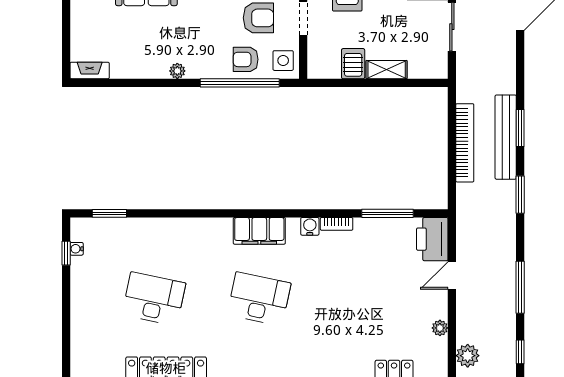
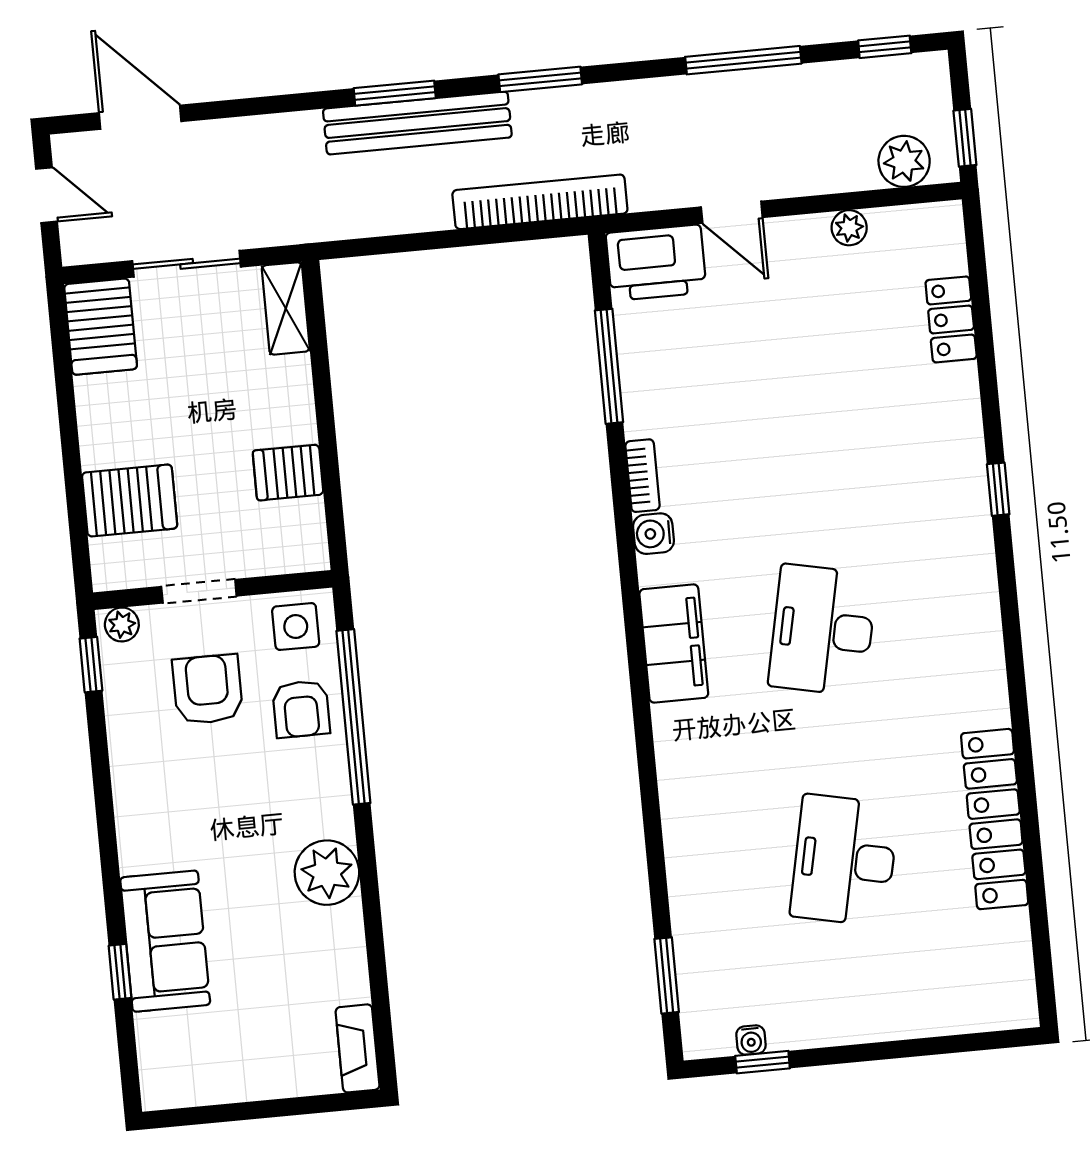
shelving: (387, 70) -> (286, 308), moved
plant: (177, 71) -> (327, 873), width x1.87, depth x1.87
bookcase: (465, 143) -> (540, 202), moved

